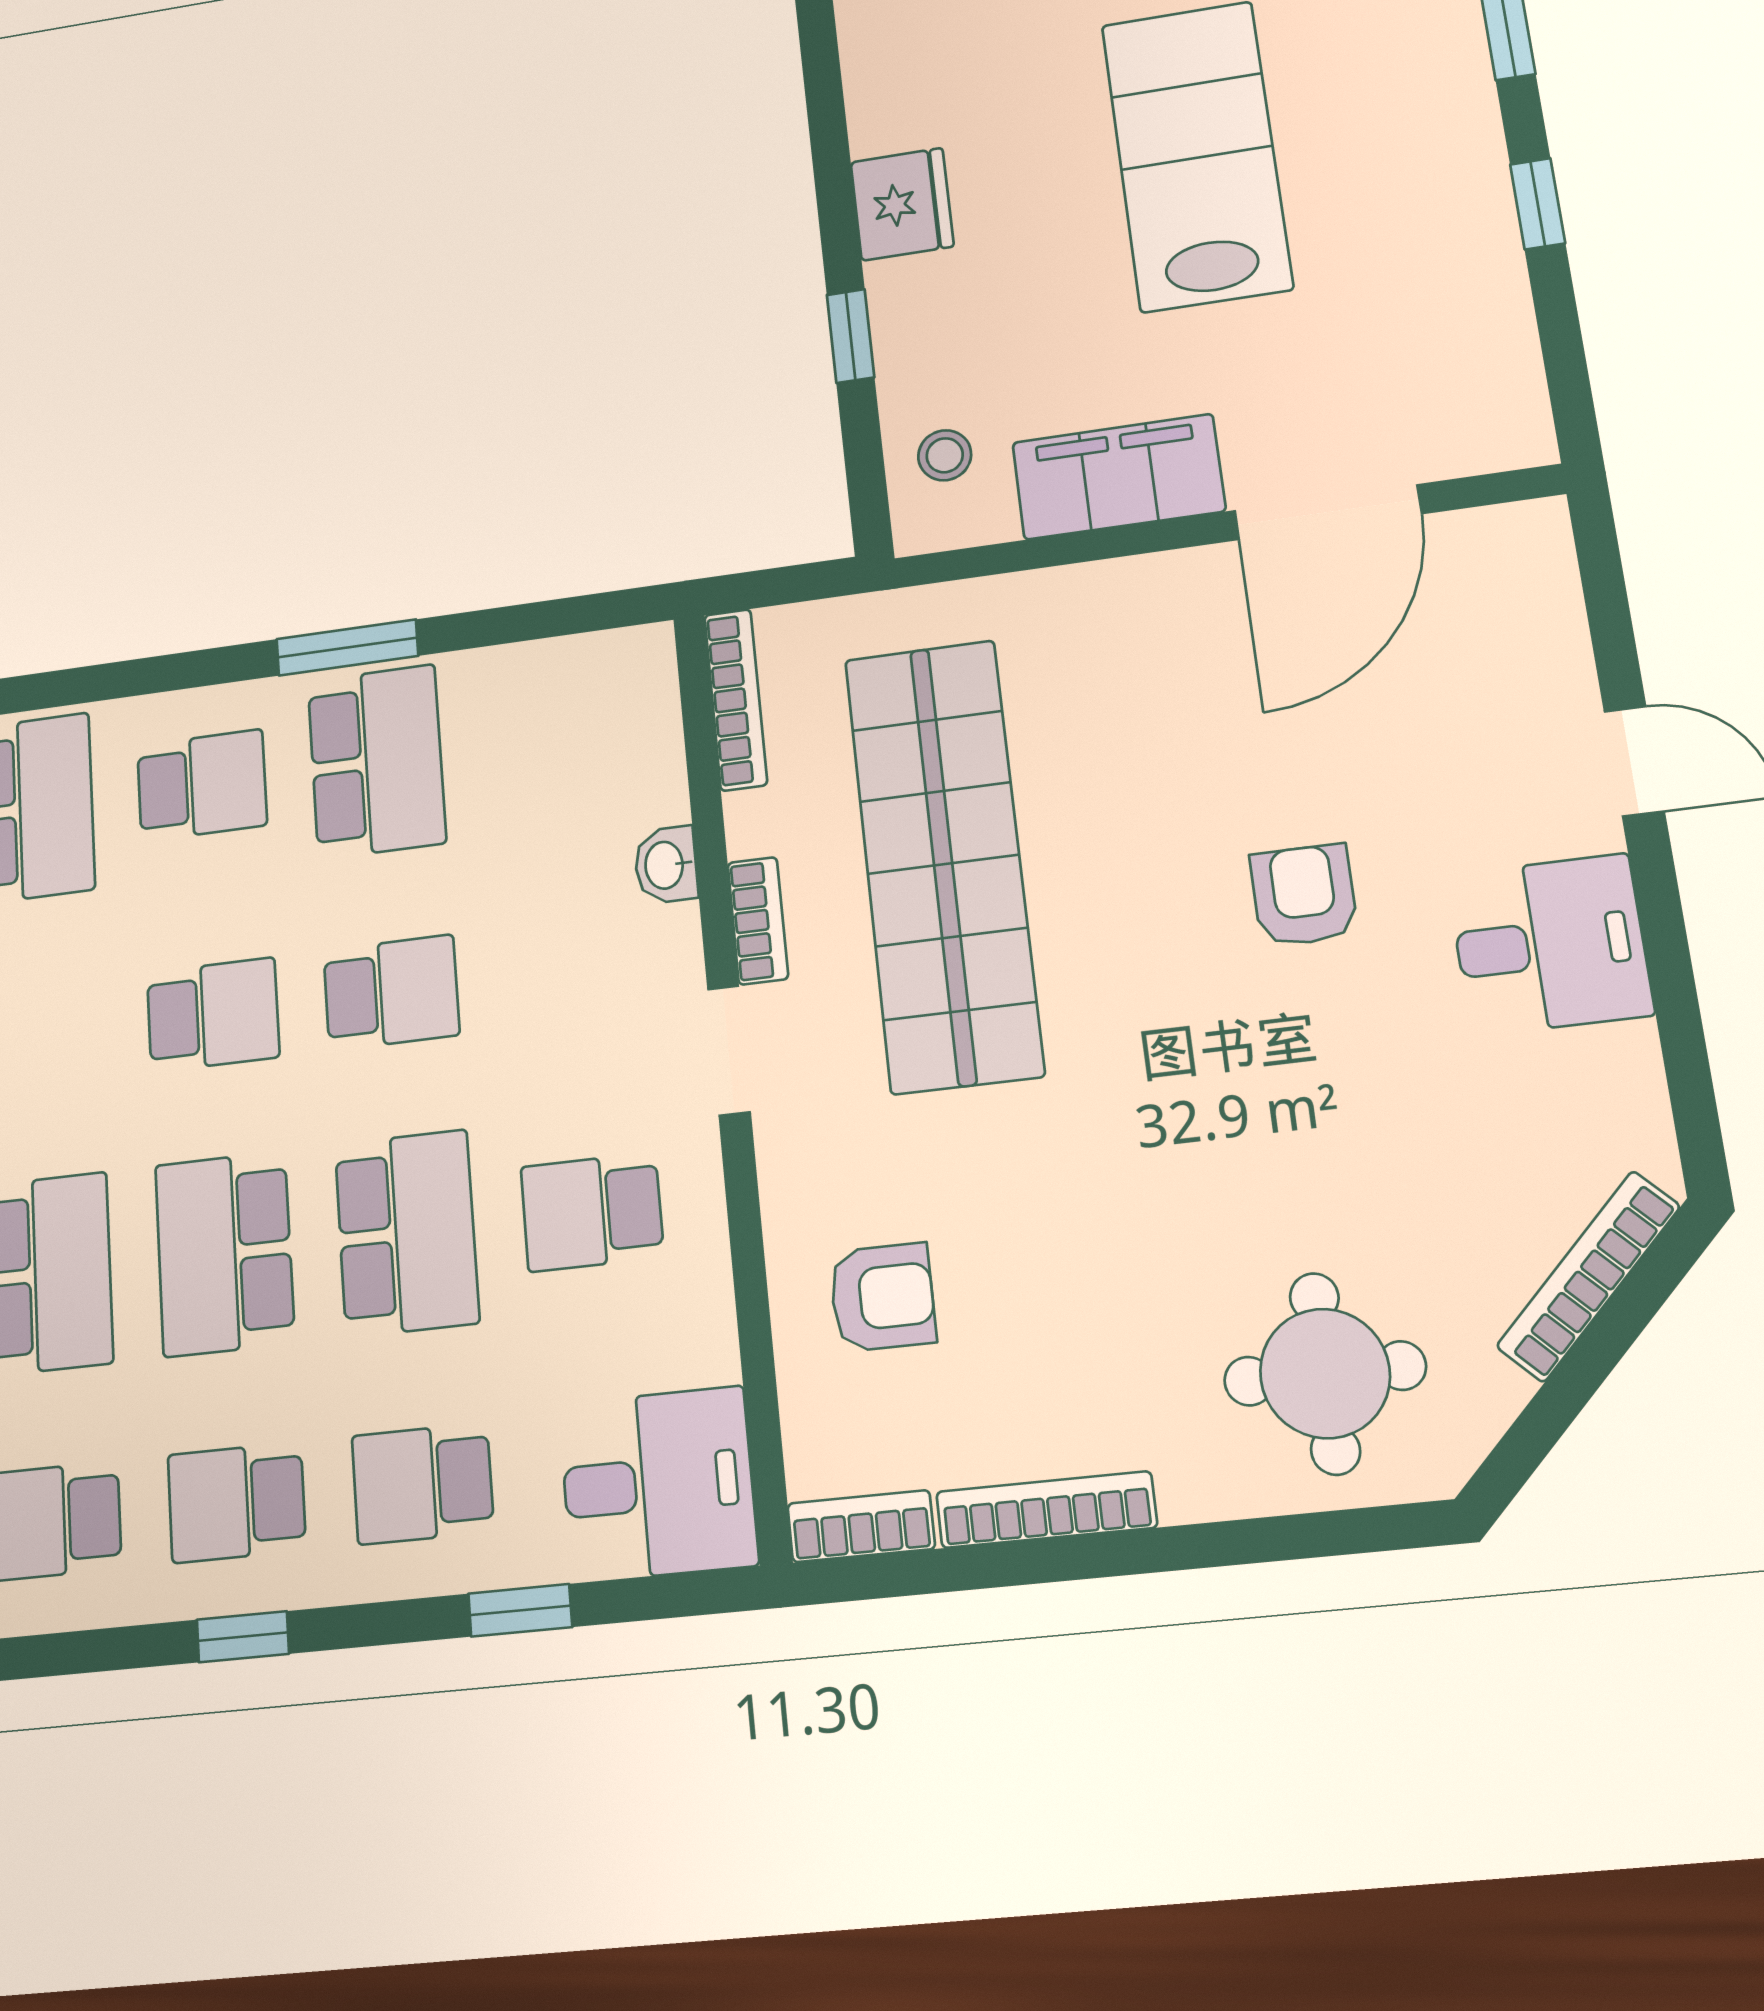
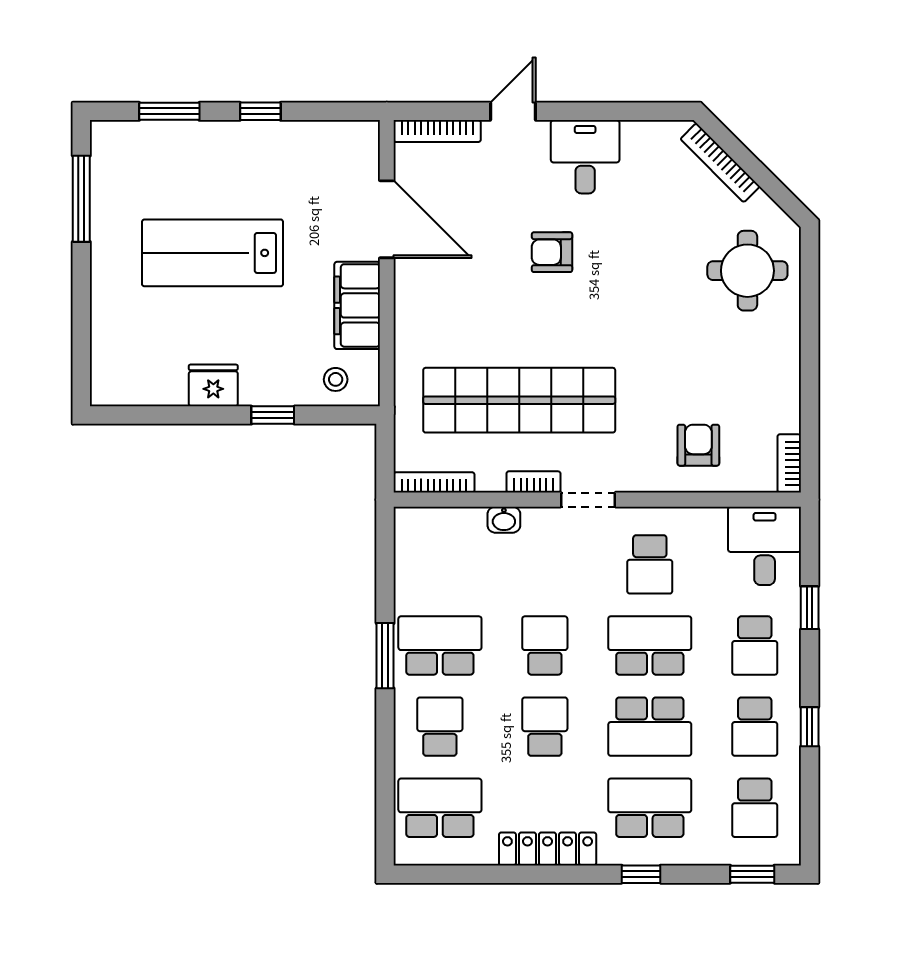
bookcase: (1046, 1510) -> (437, 131), moved, turned -90

